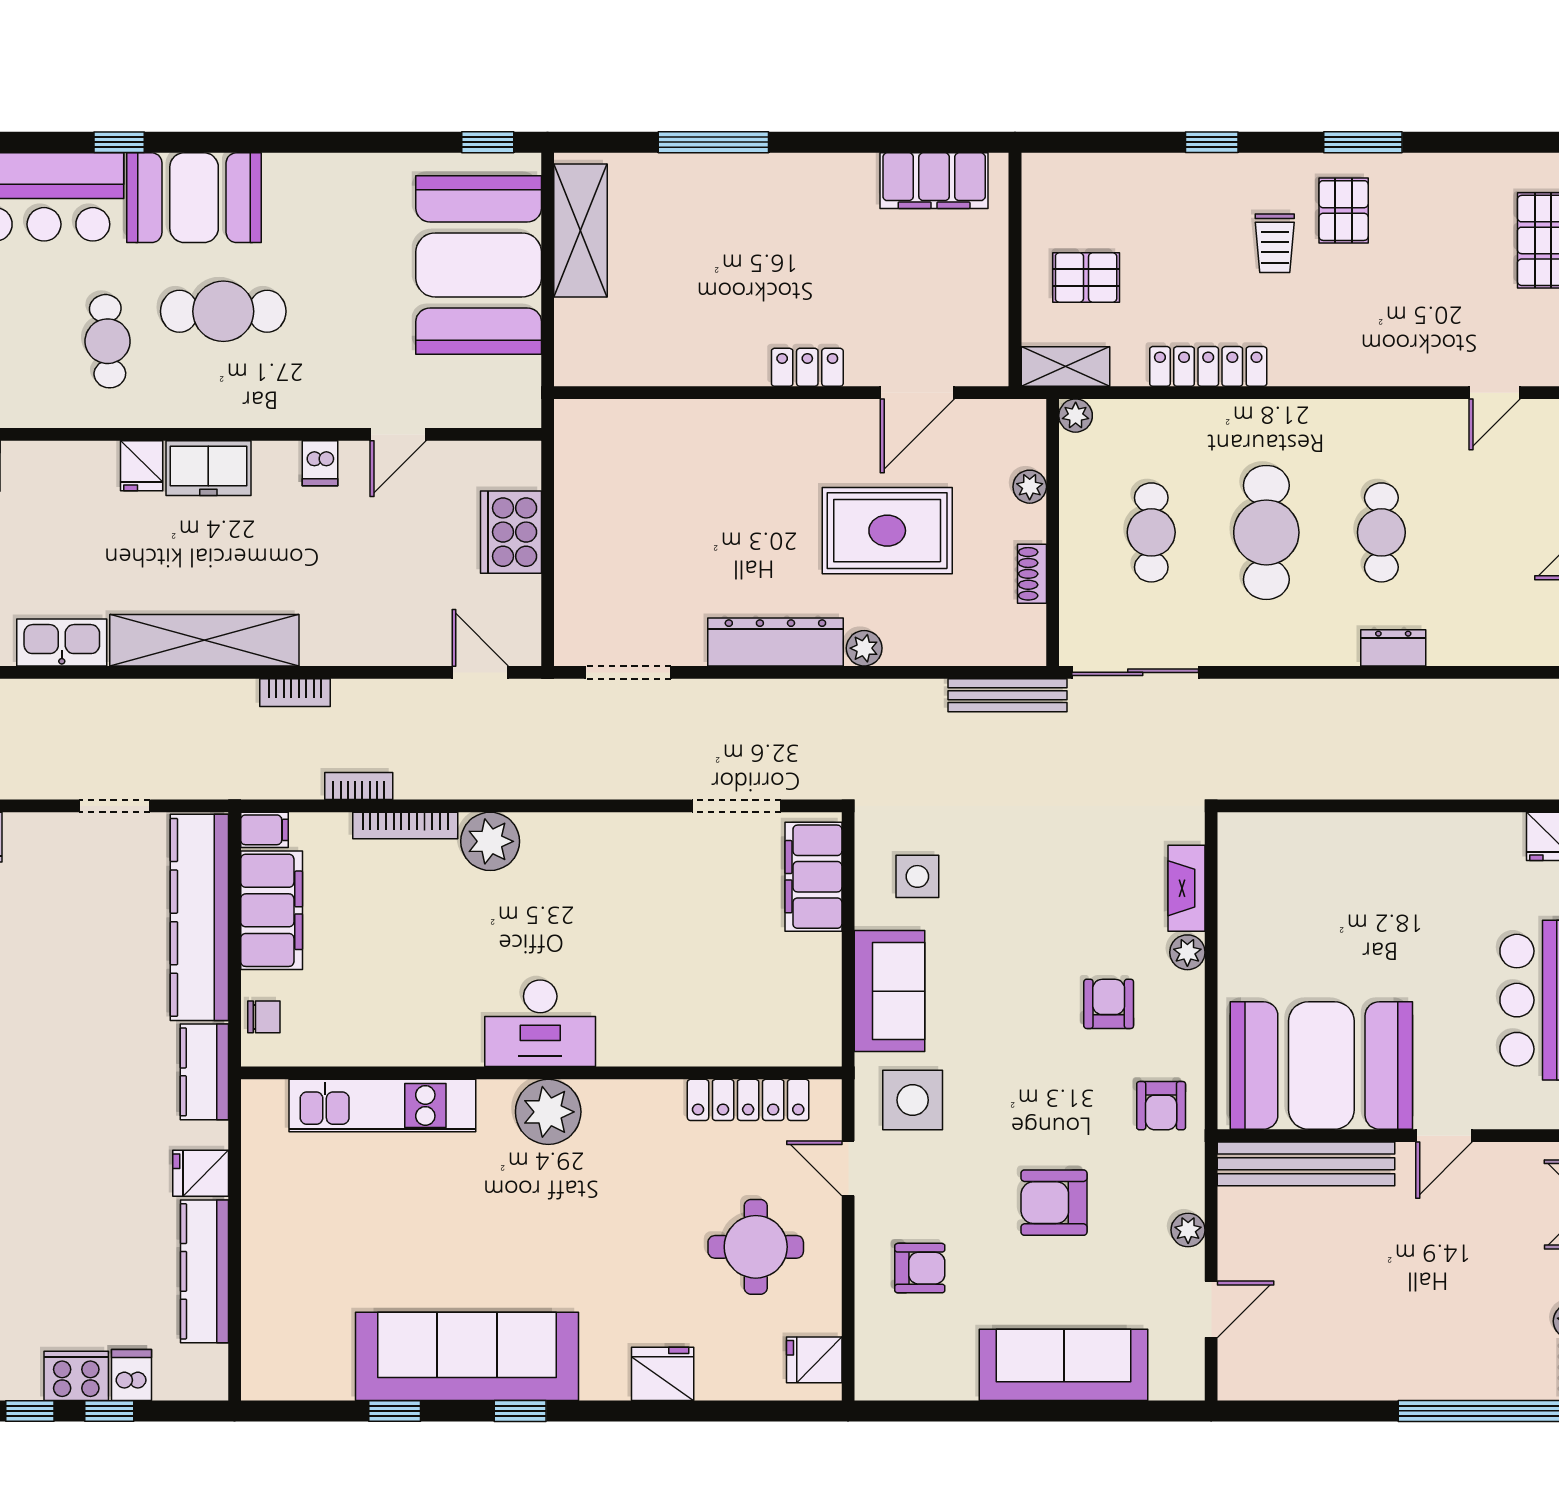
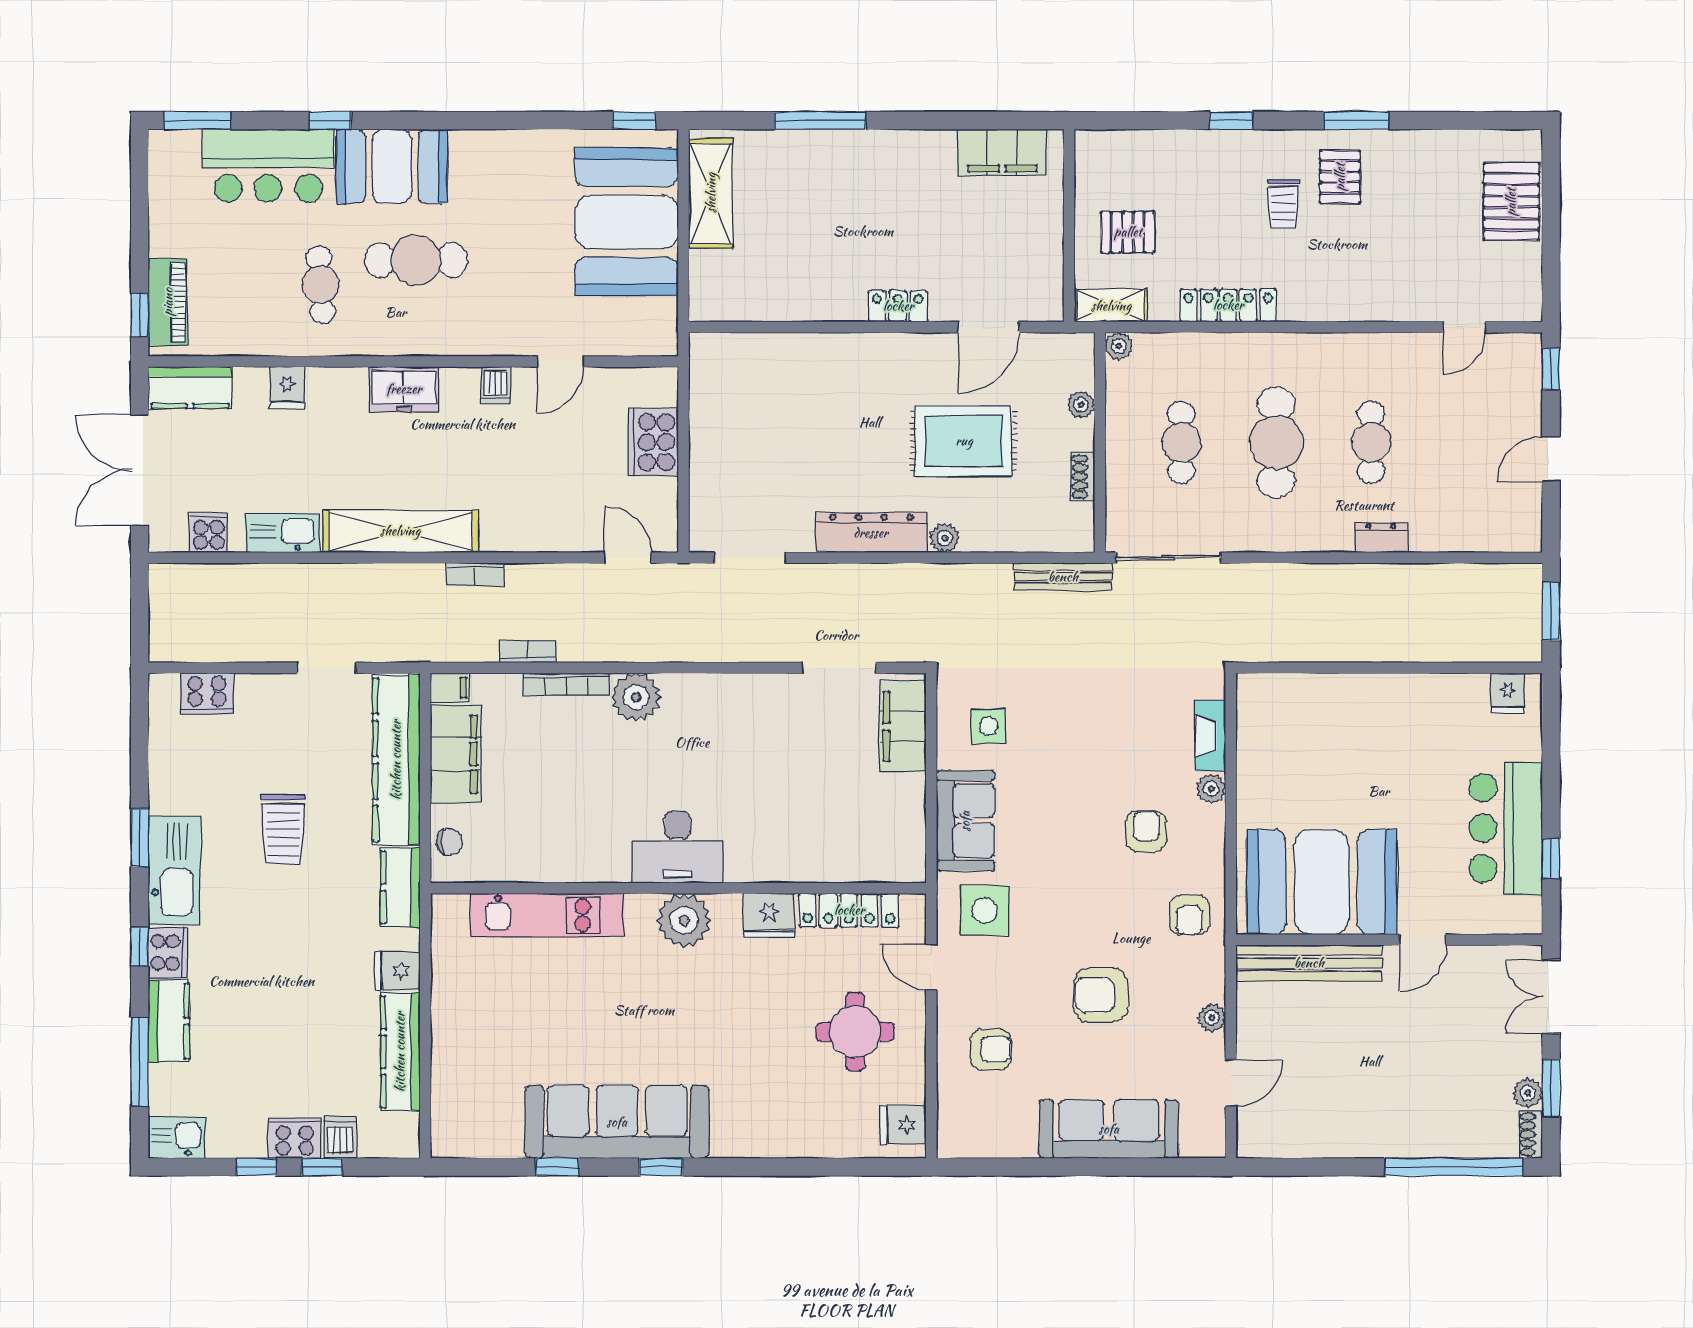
fridge: (142, 466) -> (287, 387), moved
trolley: (62, 1001) -> (283, 829), added
fridge: (663, 1374) -> (769, 915), moved, turned 180

